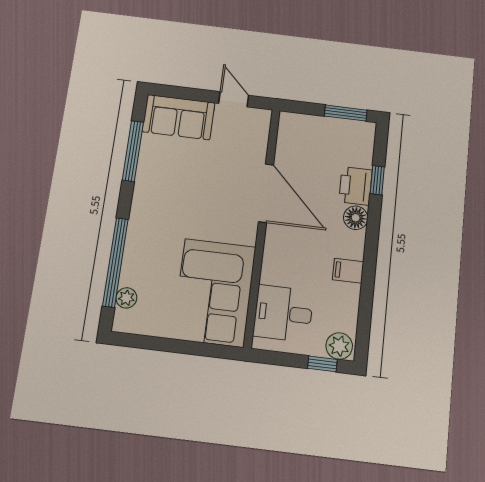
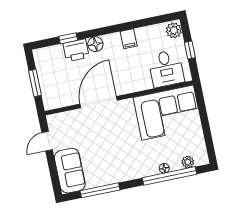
window: (346, 113) -> (35, 83), moved
floor lamp: (130, 258) -> (164, 168), added
window: (322, 364) -> (190, 50), moved

